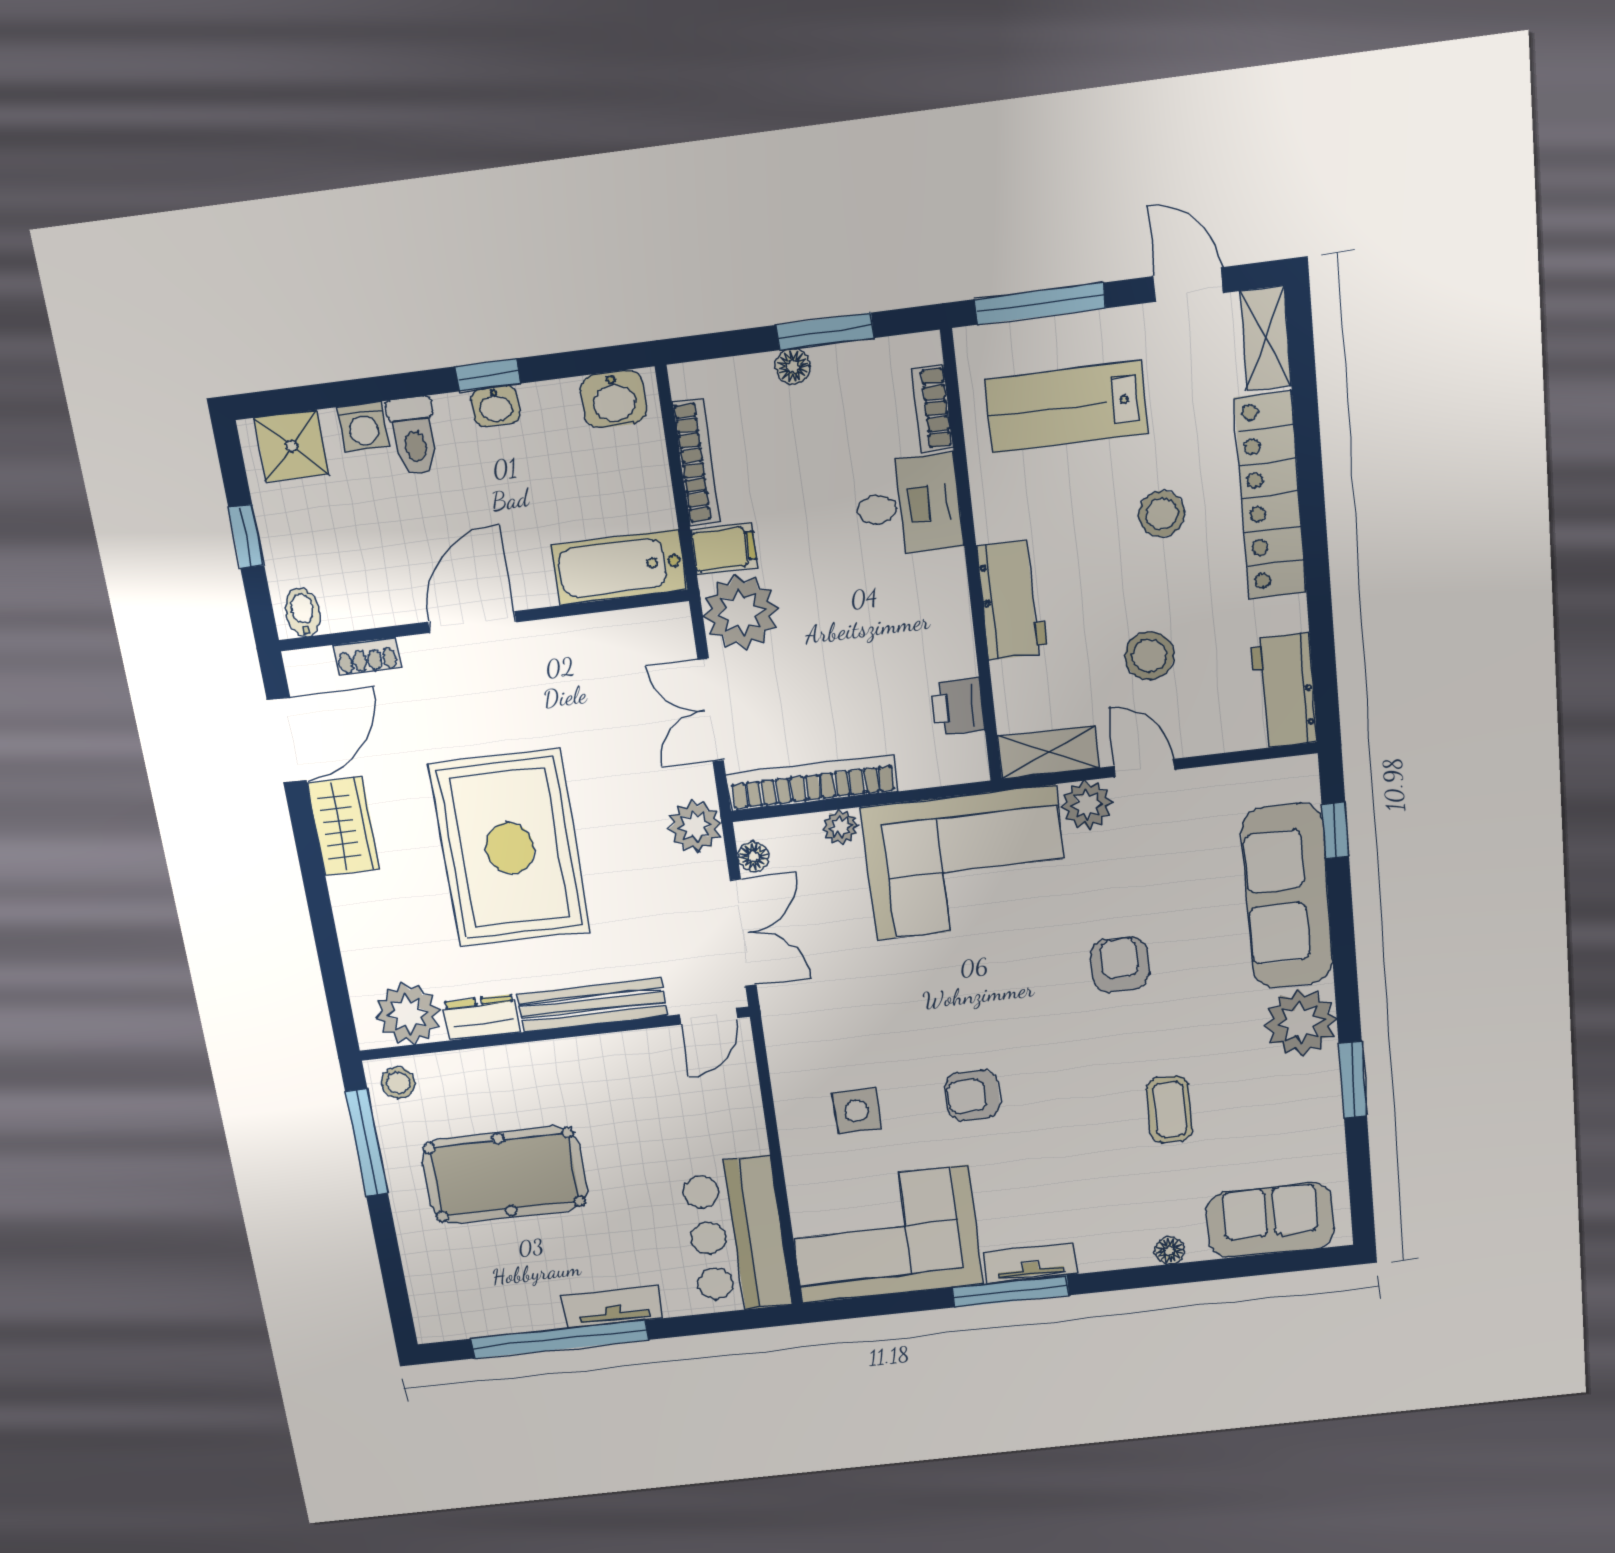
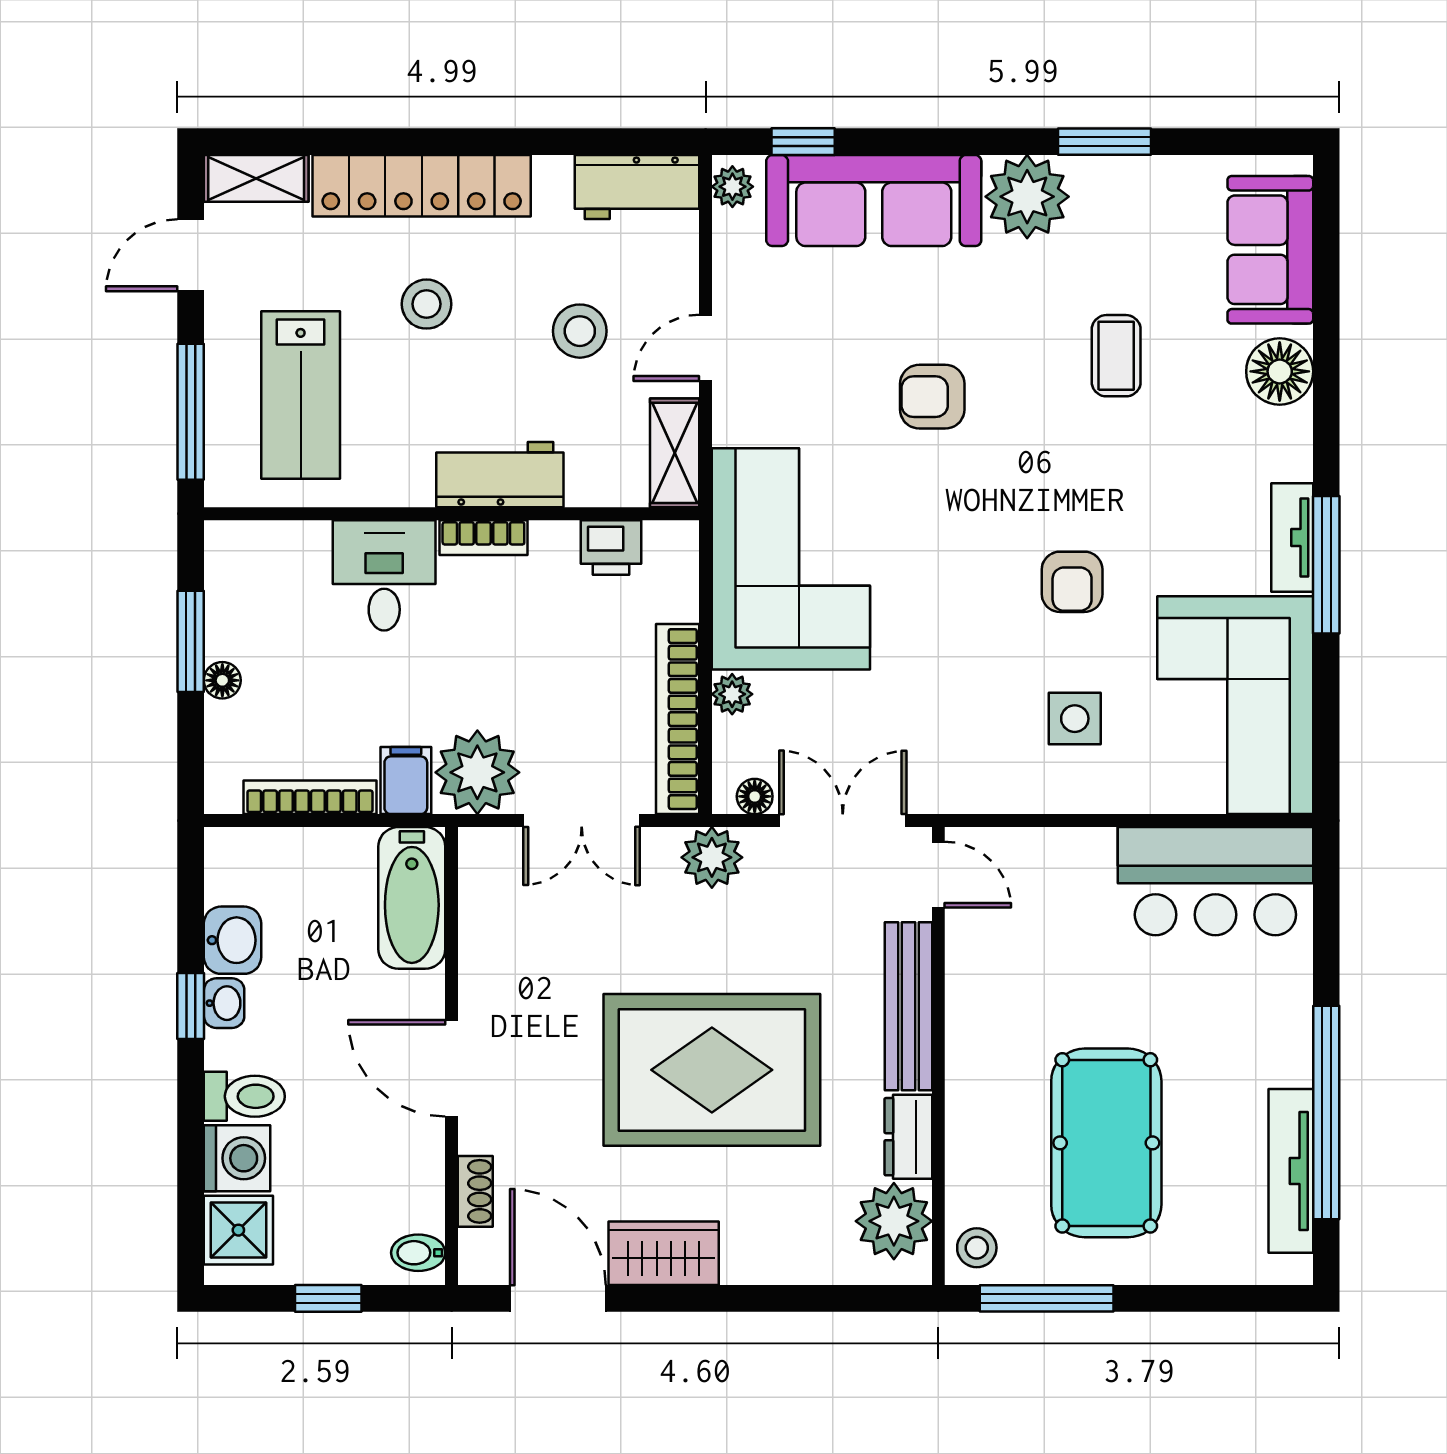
washbasin: (614, 399) -> (233, 940), moved
bookcase: (932, 409) -> (483, 538), moved
washing machine: (363, 427) -> (237, 1158), width x1.38, depth x1.38
plant: (1087, 805) -> (732, 187), moved, width x0.73, depth x0.73
coffee table: (1170, 1109) -> (1116, 356), turned 90
floor lamp: (1169, 1251) -> (1280, 371), width x1.89, depth x1.89
tv unit: (613, 1307) -> (1291, 1171), moved, width x1.41

